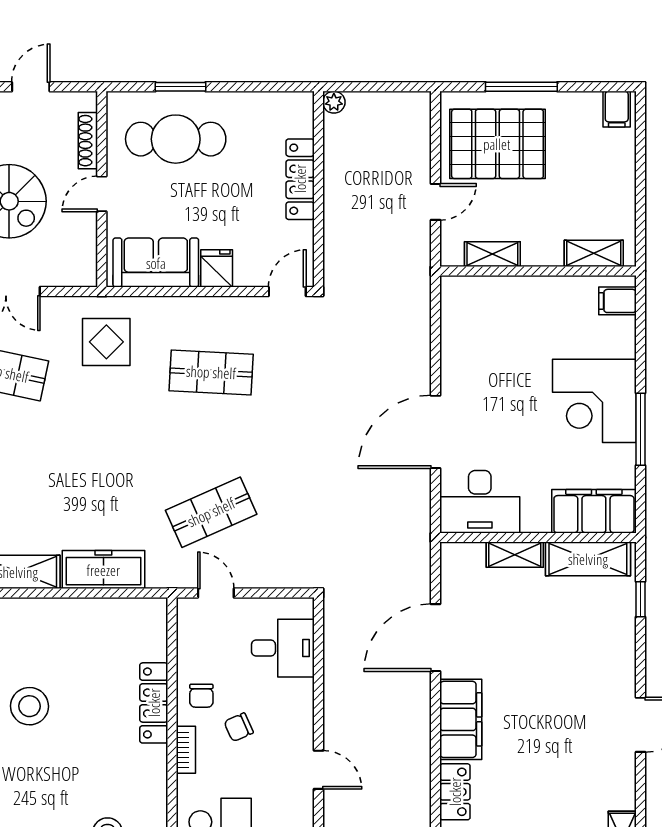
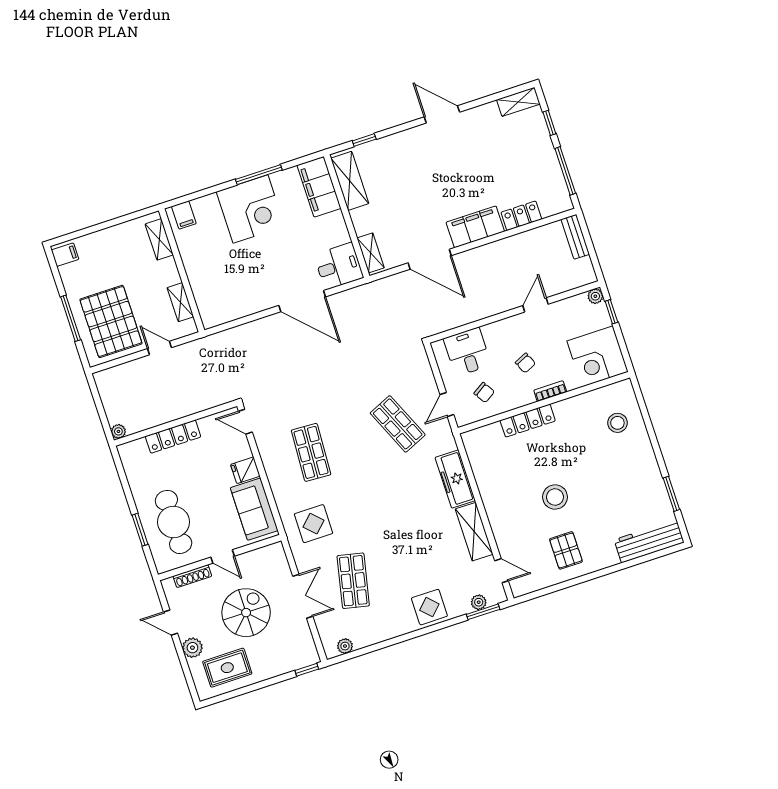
desk: (480, 502) -> (339, 266), width x0.73
shelving: (515, 555) -> (371, 253), moved
chair: (201, 696) -> (484, 392), moved, turned 57

